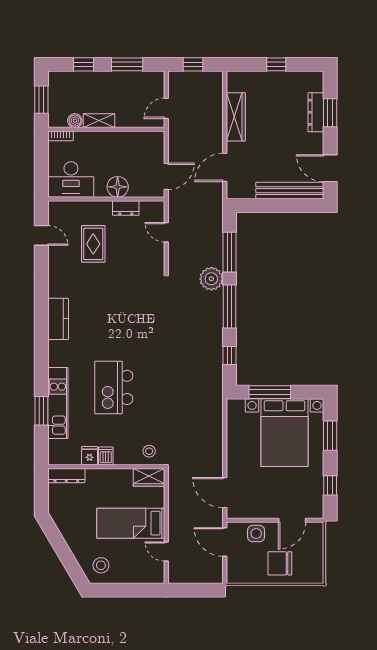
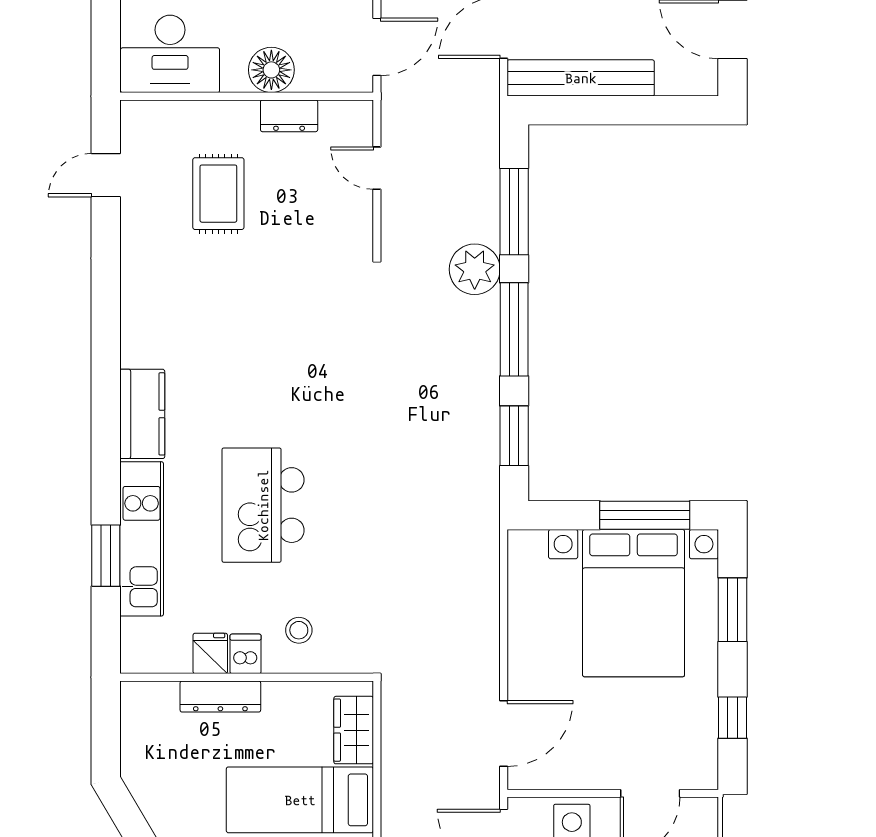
bench: (290, 191) -> (581, 78), moved
door: (41, 235) -> (106, 175), swing flipped
kitchen counter: (58, 319) -> (142, 414), moved
window: (229, 355) -> (514, 436), width x1.50
window: (270, 392) -> (645, 515), moved
stool: (149, 451) -> (299, 630), moved
dresser: (66, 476) -> (220, 696), moved
wardrobe: (149, 477) -> (354, 730), moved, turned 90
door: (225, 493) -> (504, 733), swing flipped

